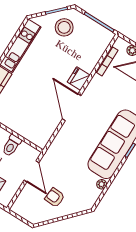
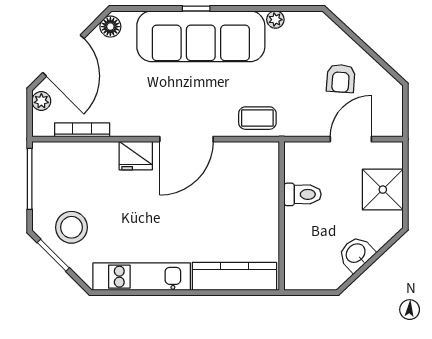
coffee table: (61, 147) -> (257, 118), added
door: (31, 171) -> (351, 139), moved

